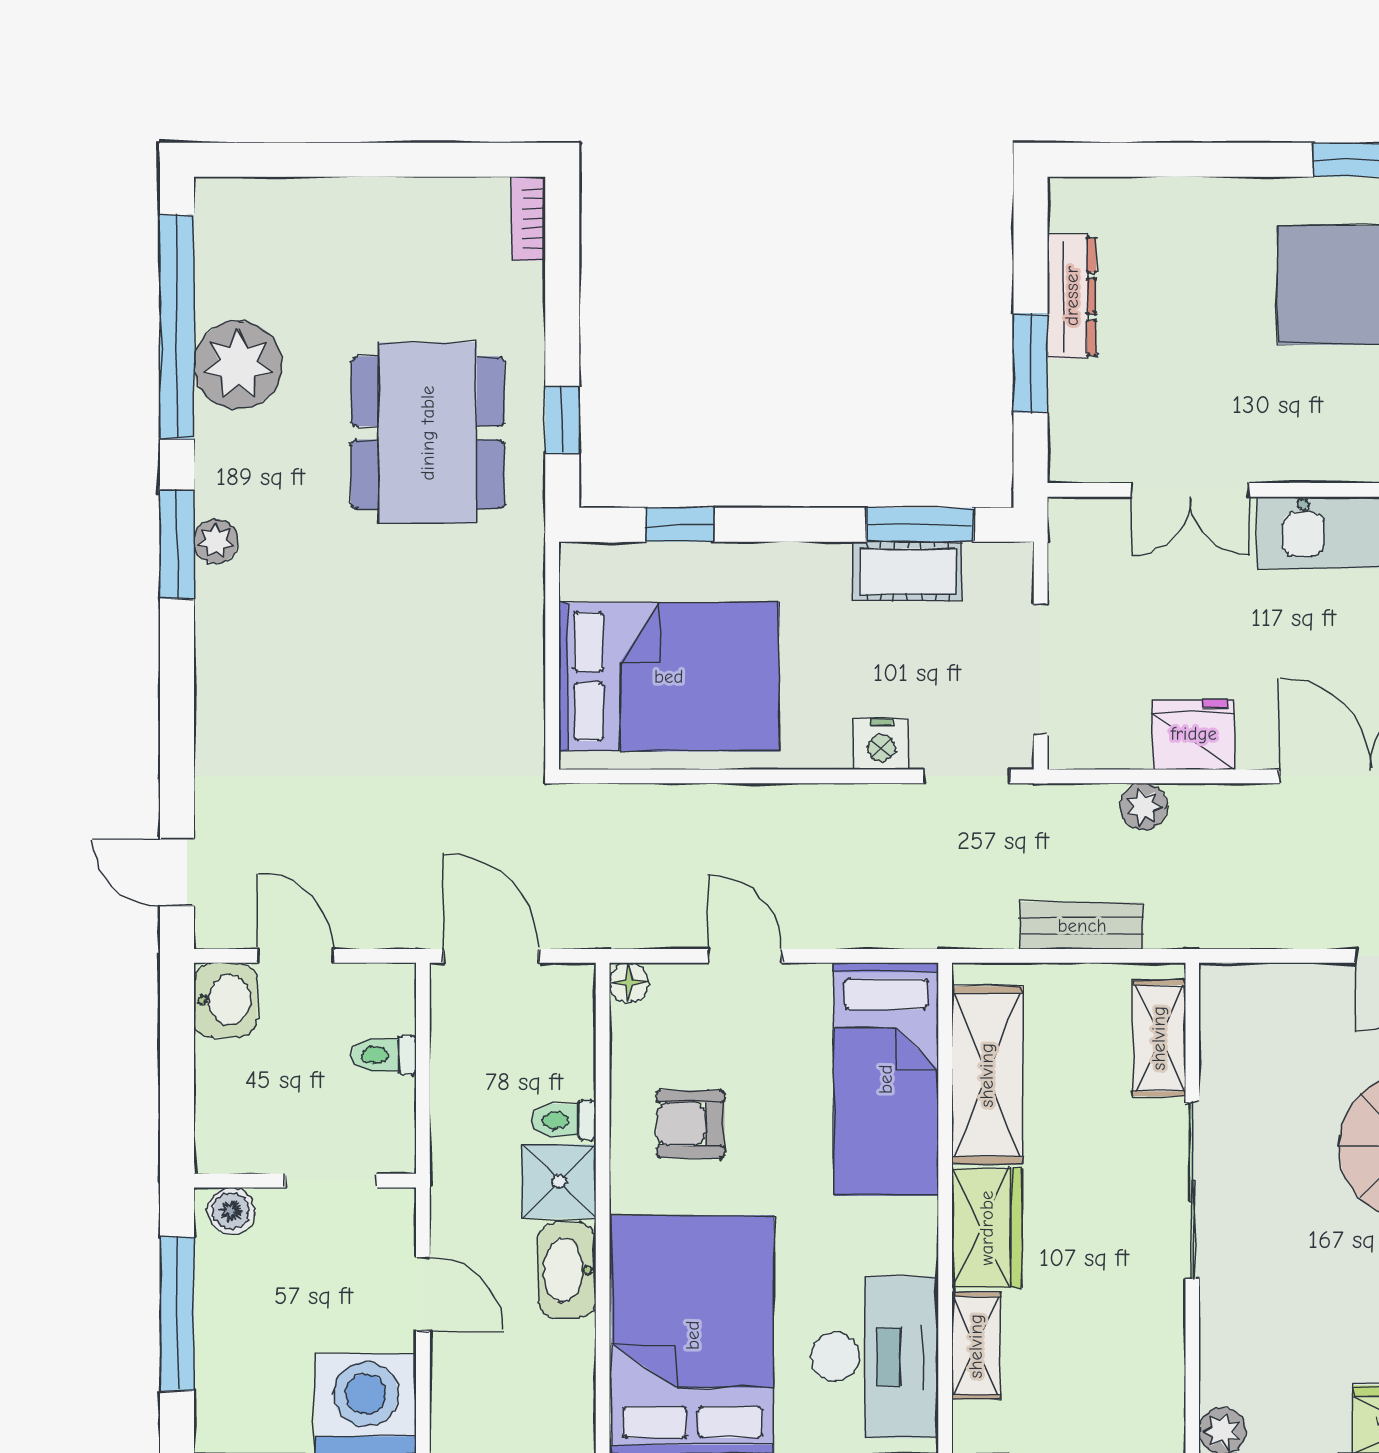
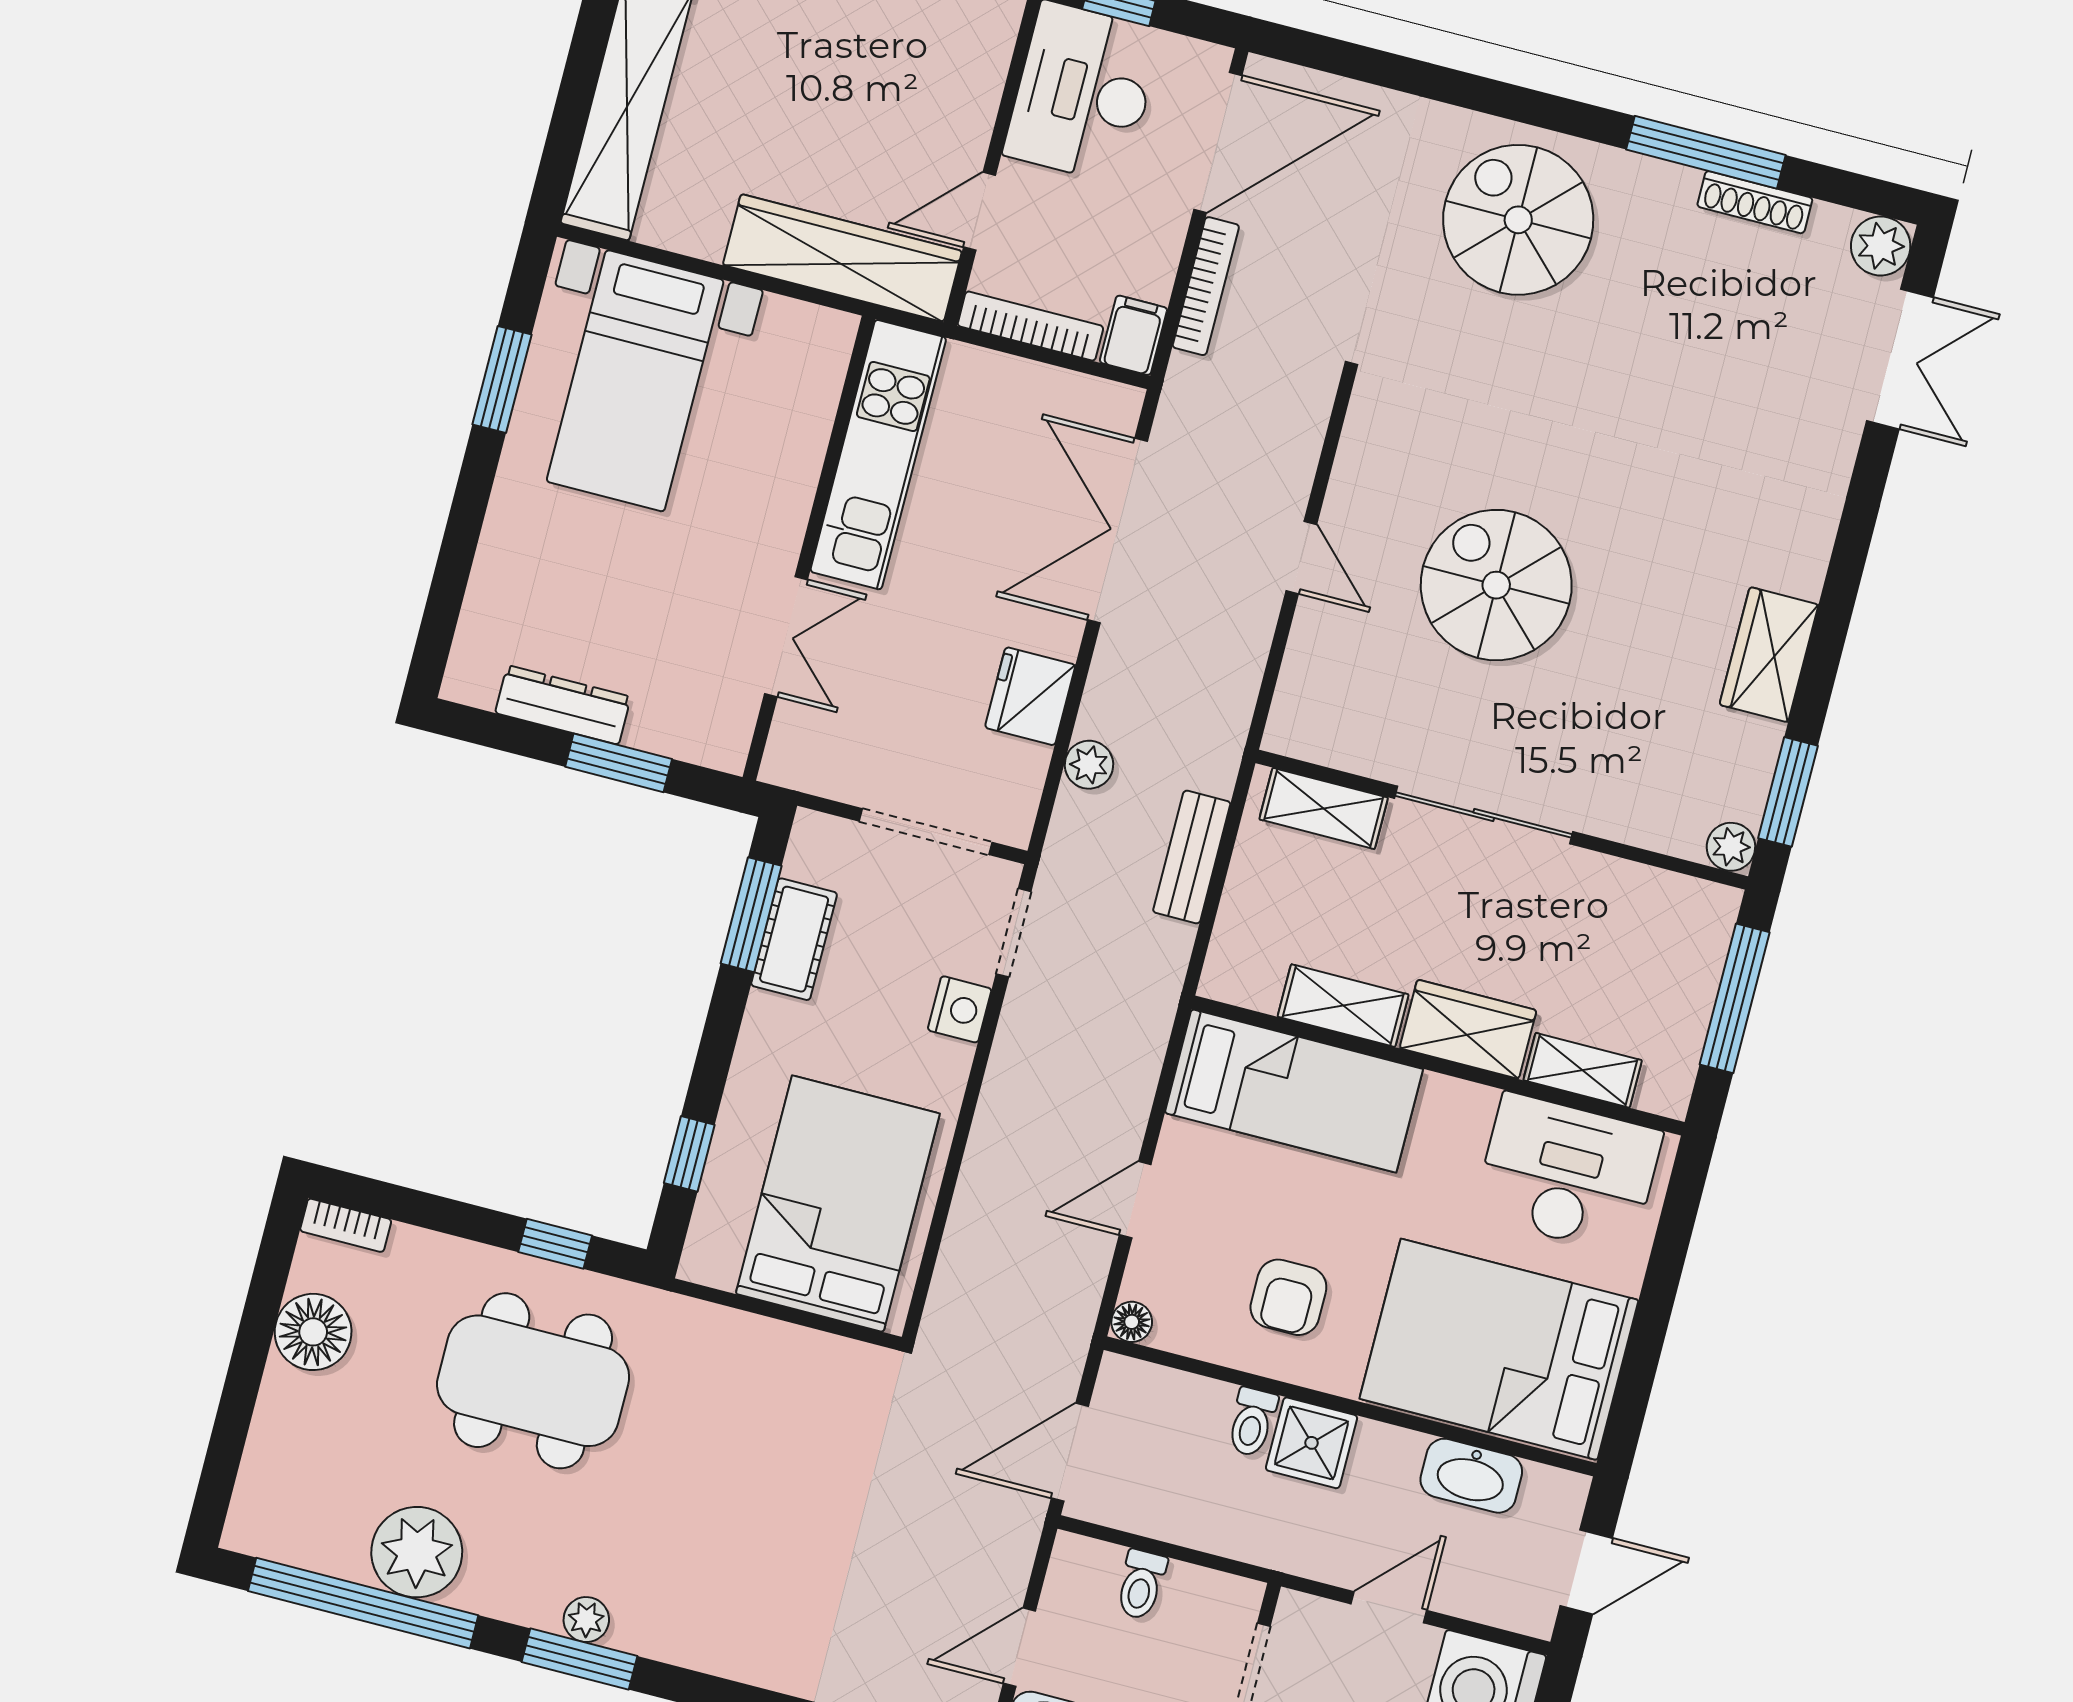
floor lamp: (420, 214) -> (313, 1332), added
shelving: (987, 1075) -> (1343, 1006), width x0.67, depth x0.75
washbasin: (567, 1270) -> (1471, 1476), moved

